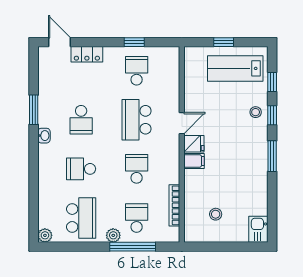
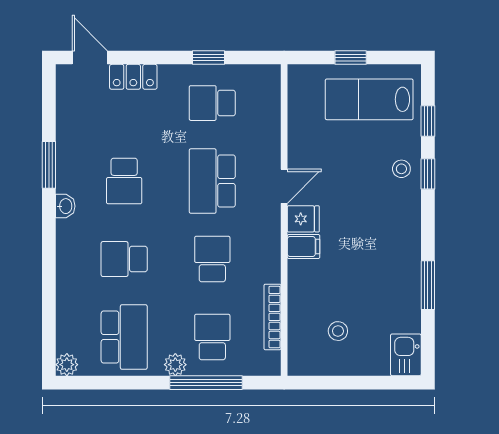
school desk: (137, 71) -> (212, 103), turned -90
window: (272, 156) -> (428, 285), moved

